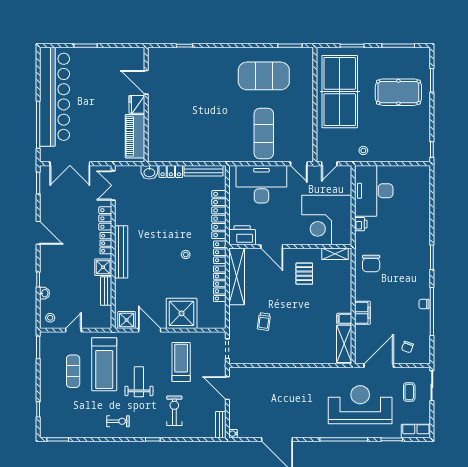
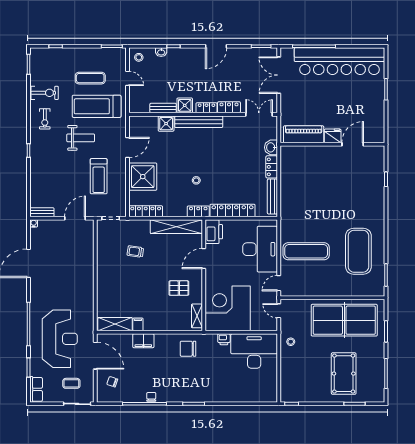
locker: (220, 284) -> (146, 211), moved
shower: (127, 320) -> (166, 124), moved
treadmill: (181, 362) -> (99, 176), turned 90
exercise bike: (174, 411) -> (45, 93), moved

